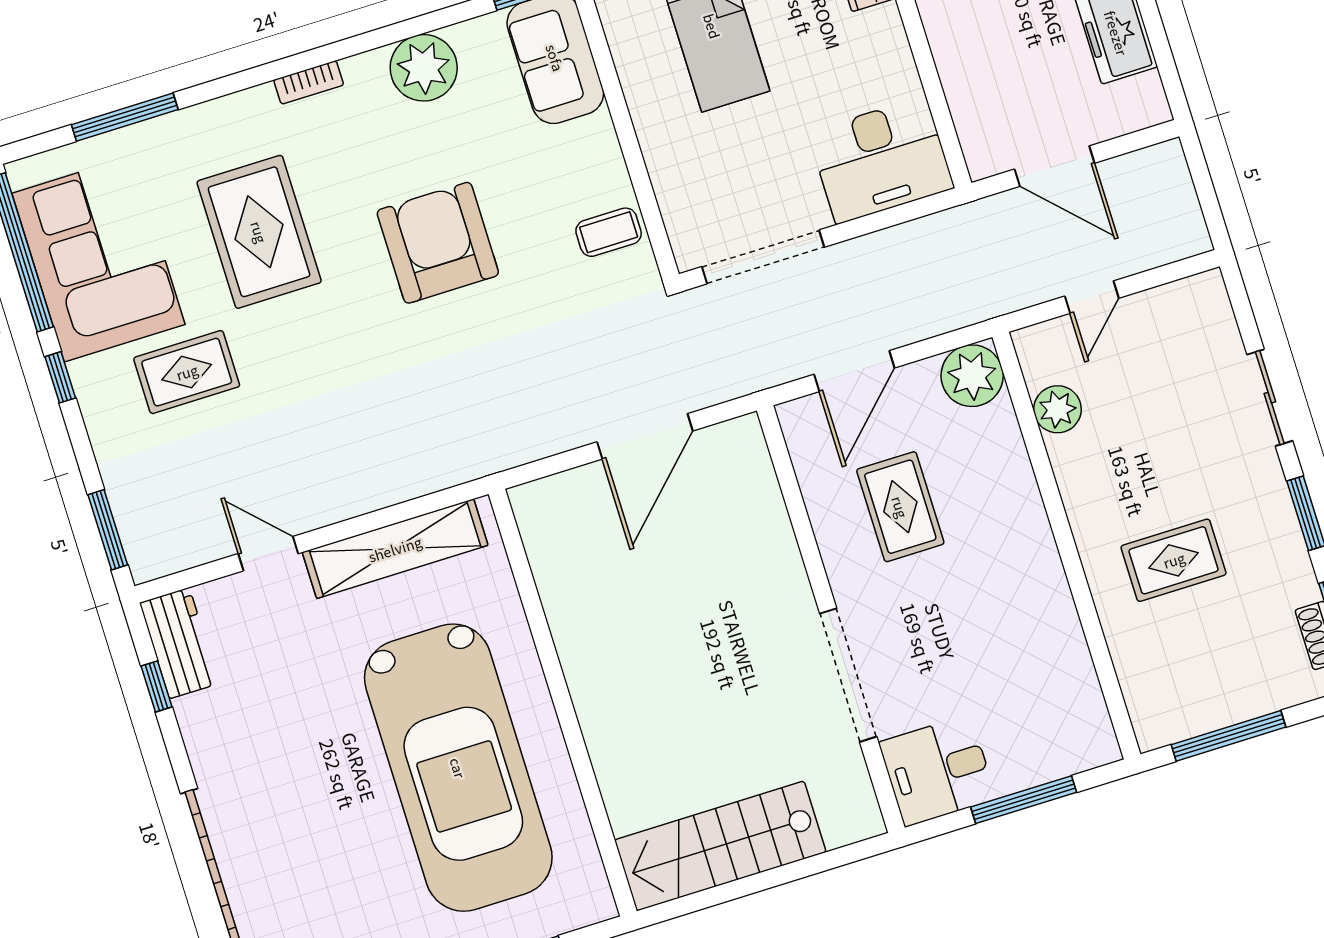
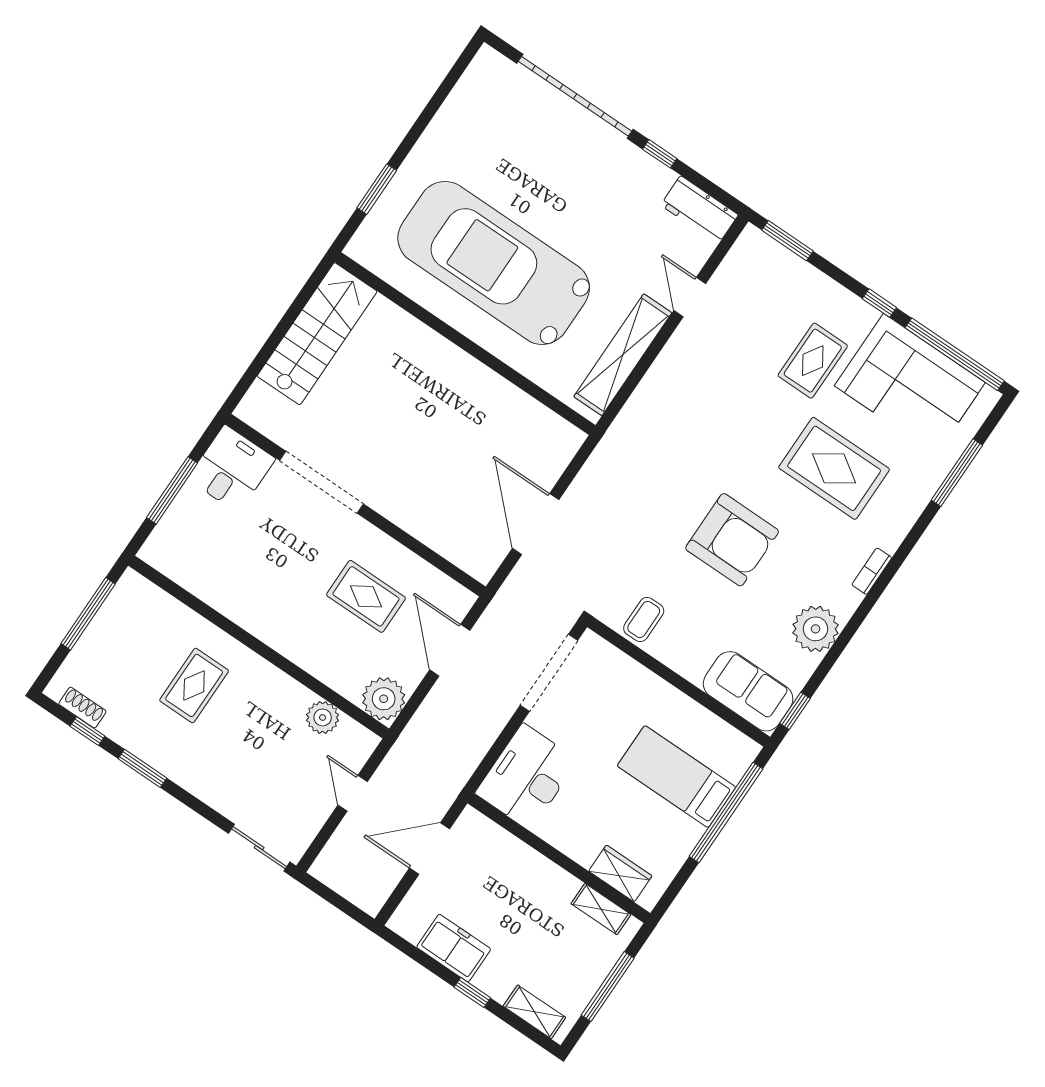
sliding door: (1270, 398) -> (259, 848), moved
door: (268, 554) -> (690, 297), swing flipped
window: (157, 686) -> (660, 154), moved

